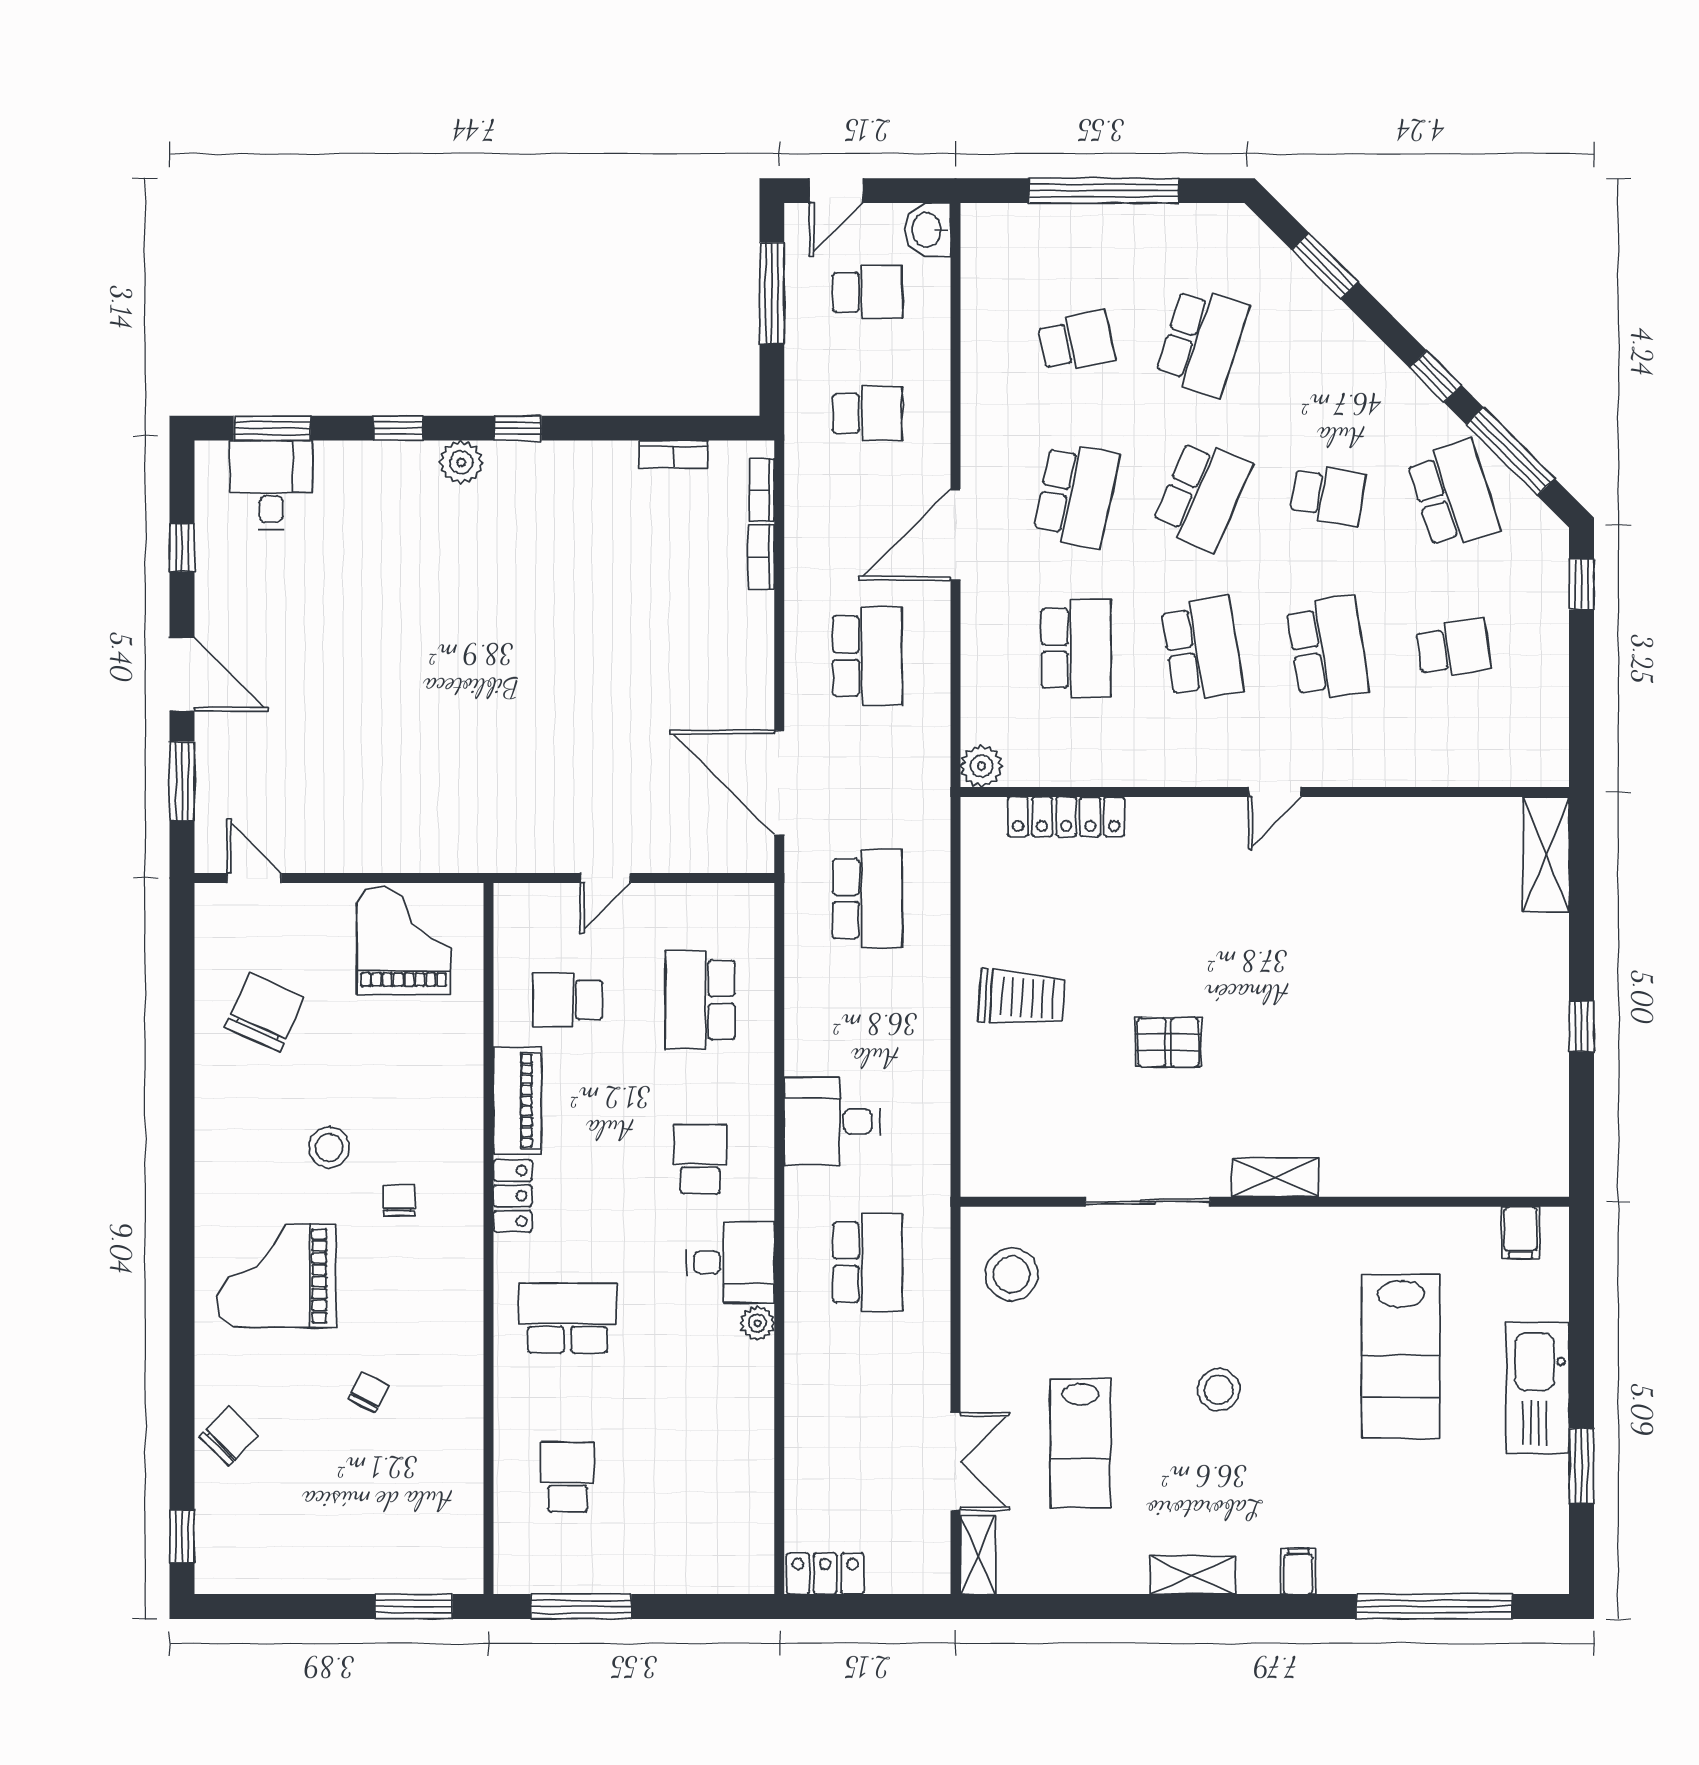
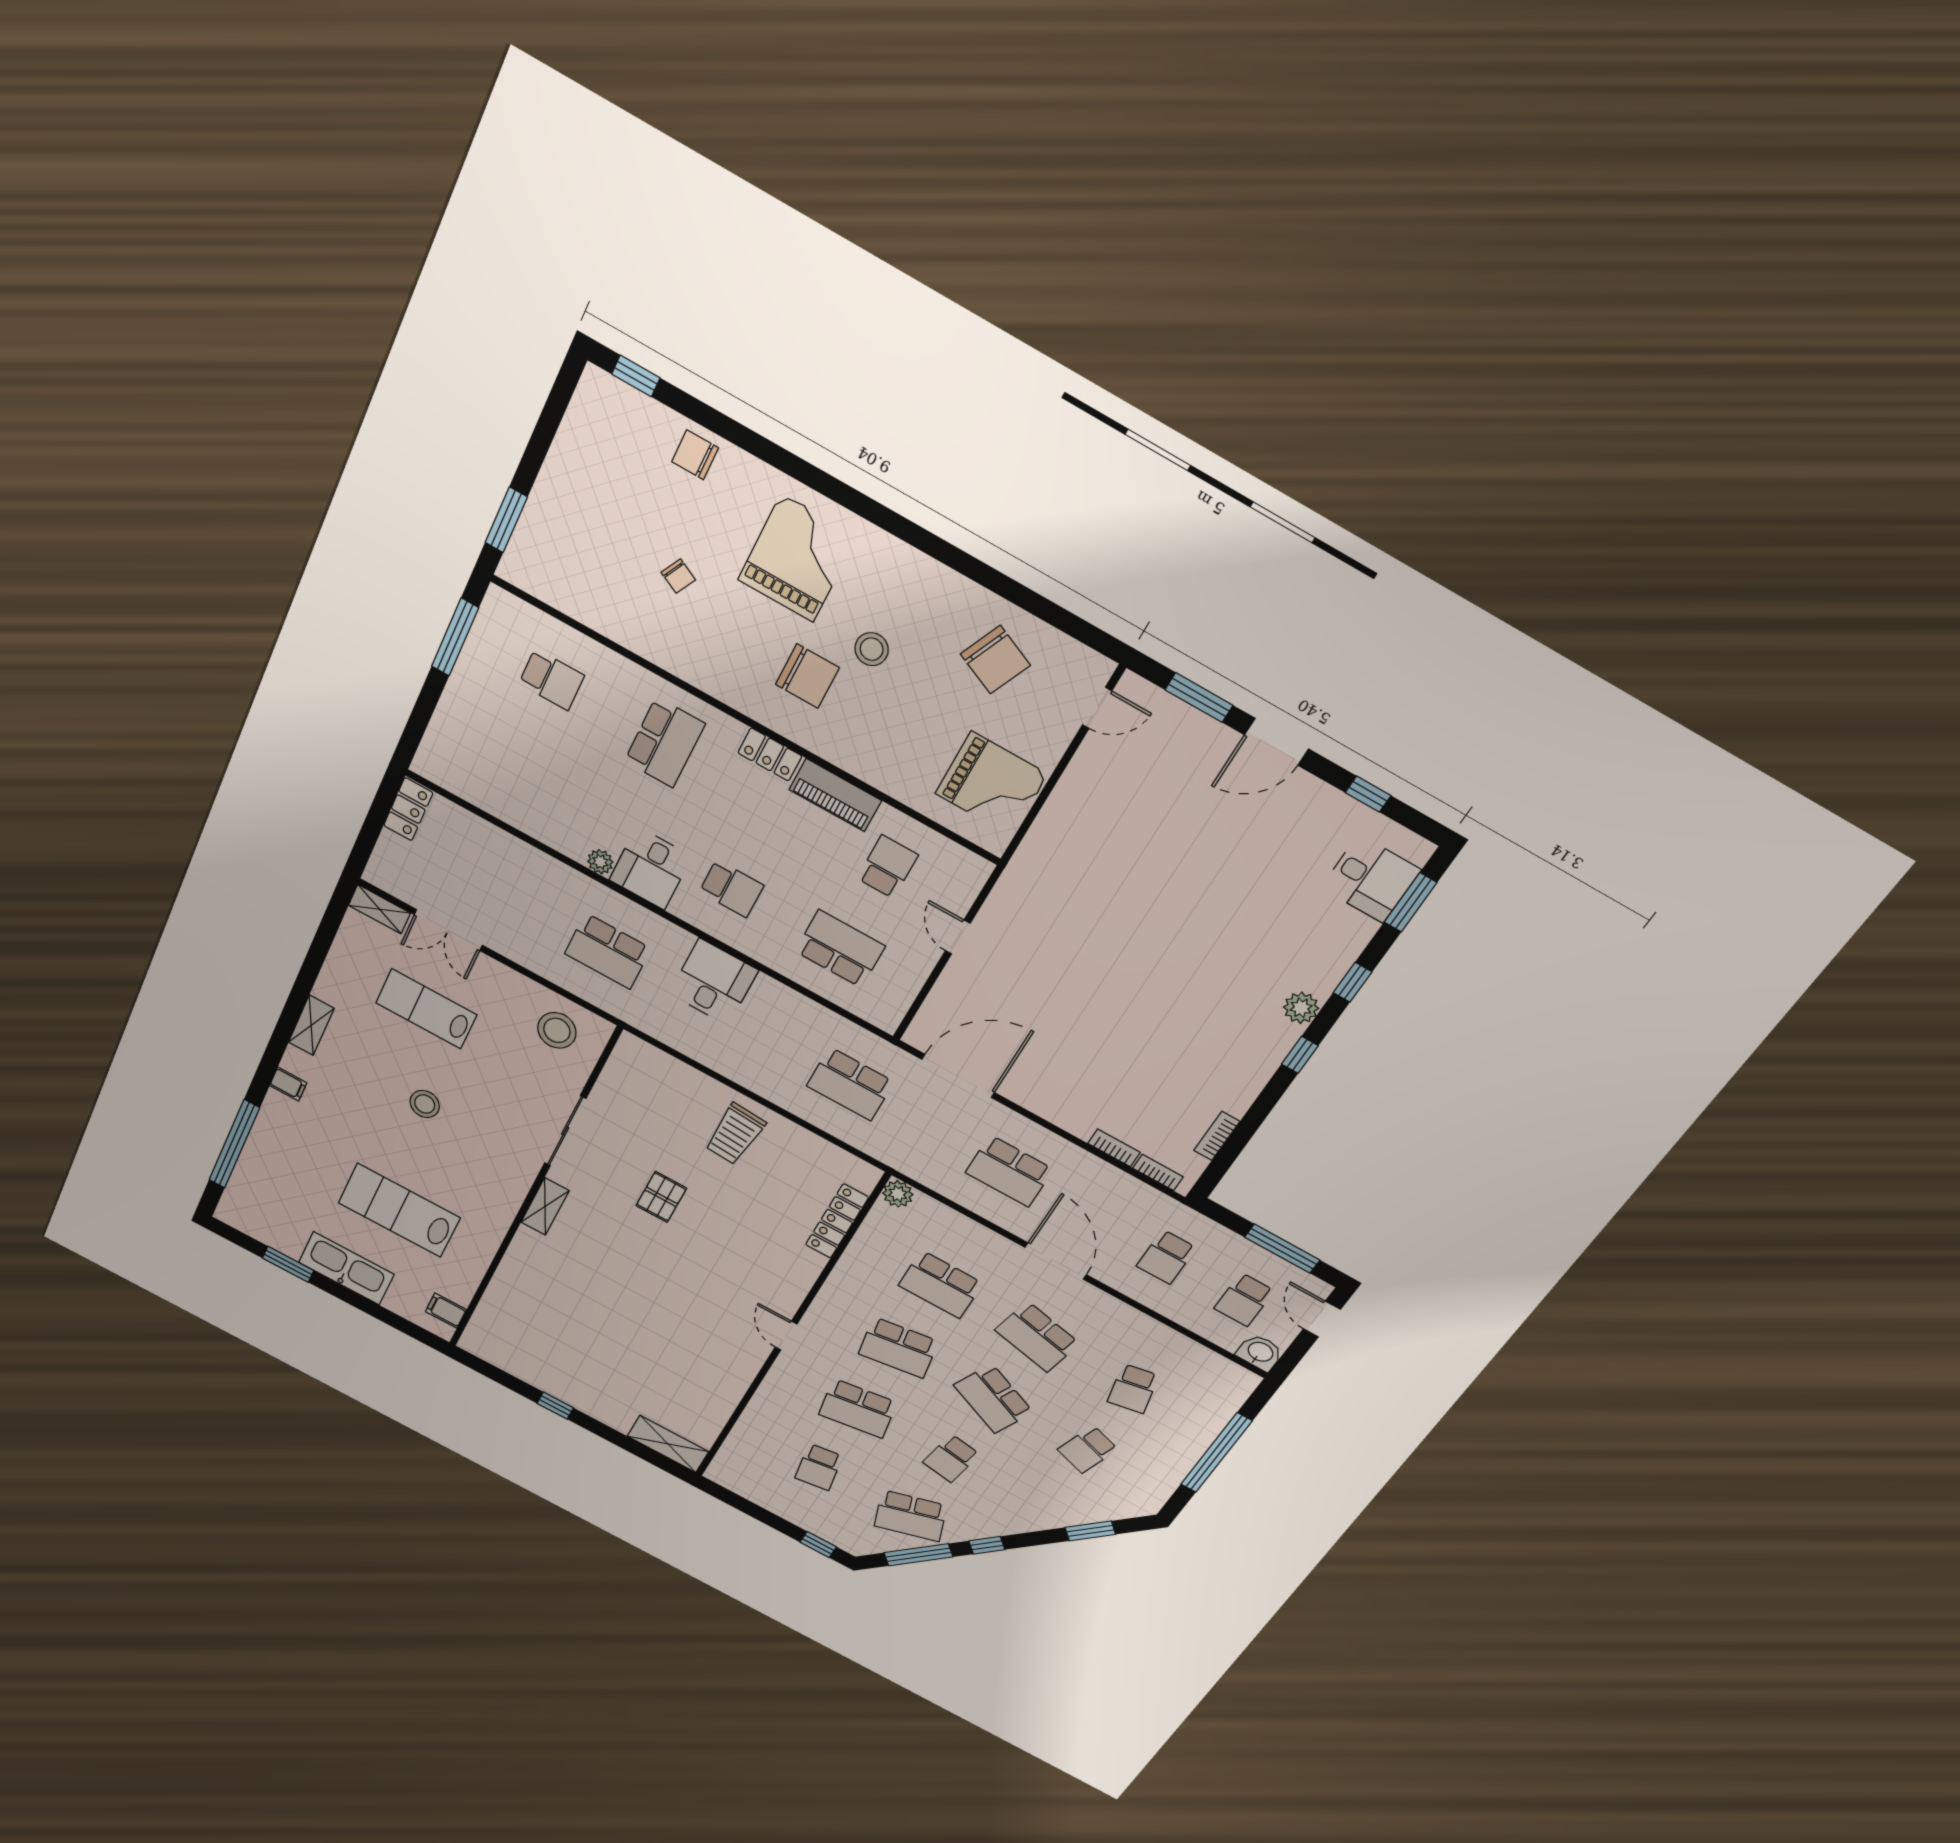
school desk: (1202, 342) -> (1088, 1449), width x0.54
chair: (399, 1200) -> (807, 676), width x1.87, depth x1.87
chair: (229, 1436) -> (695, 455), turned 135

